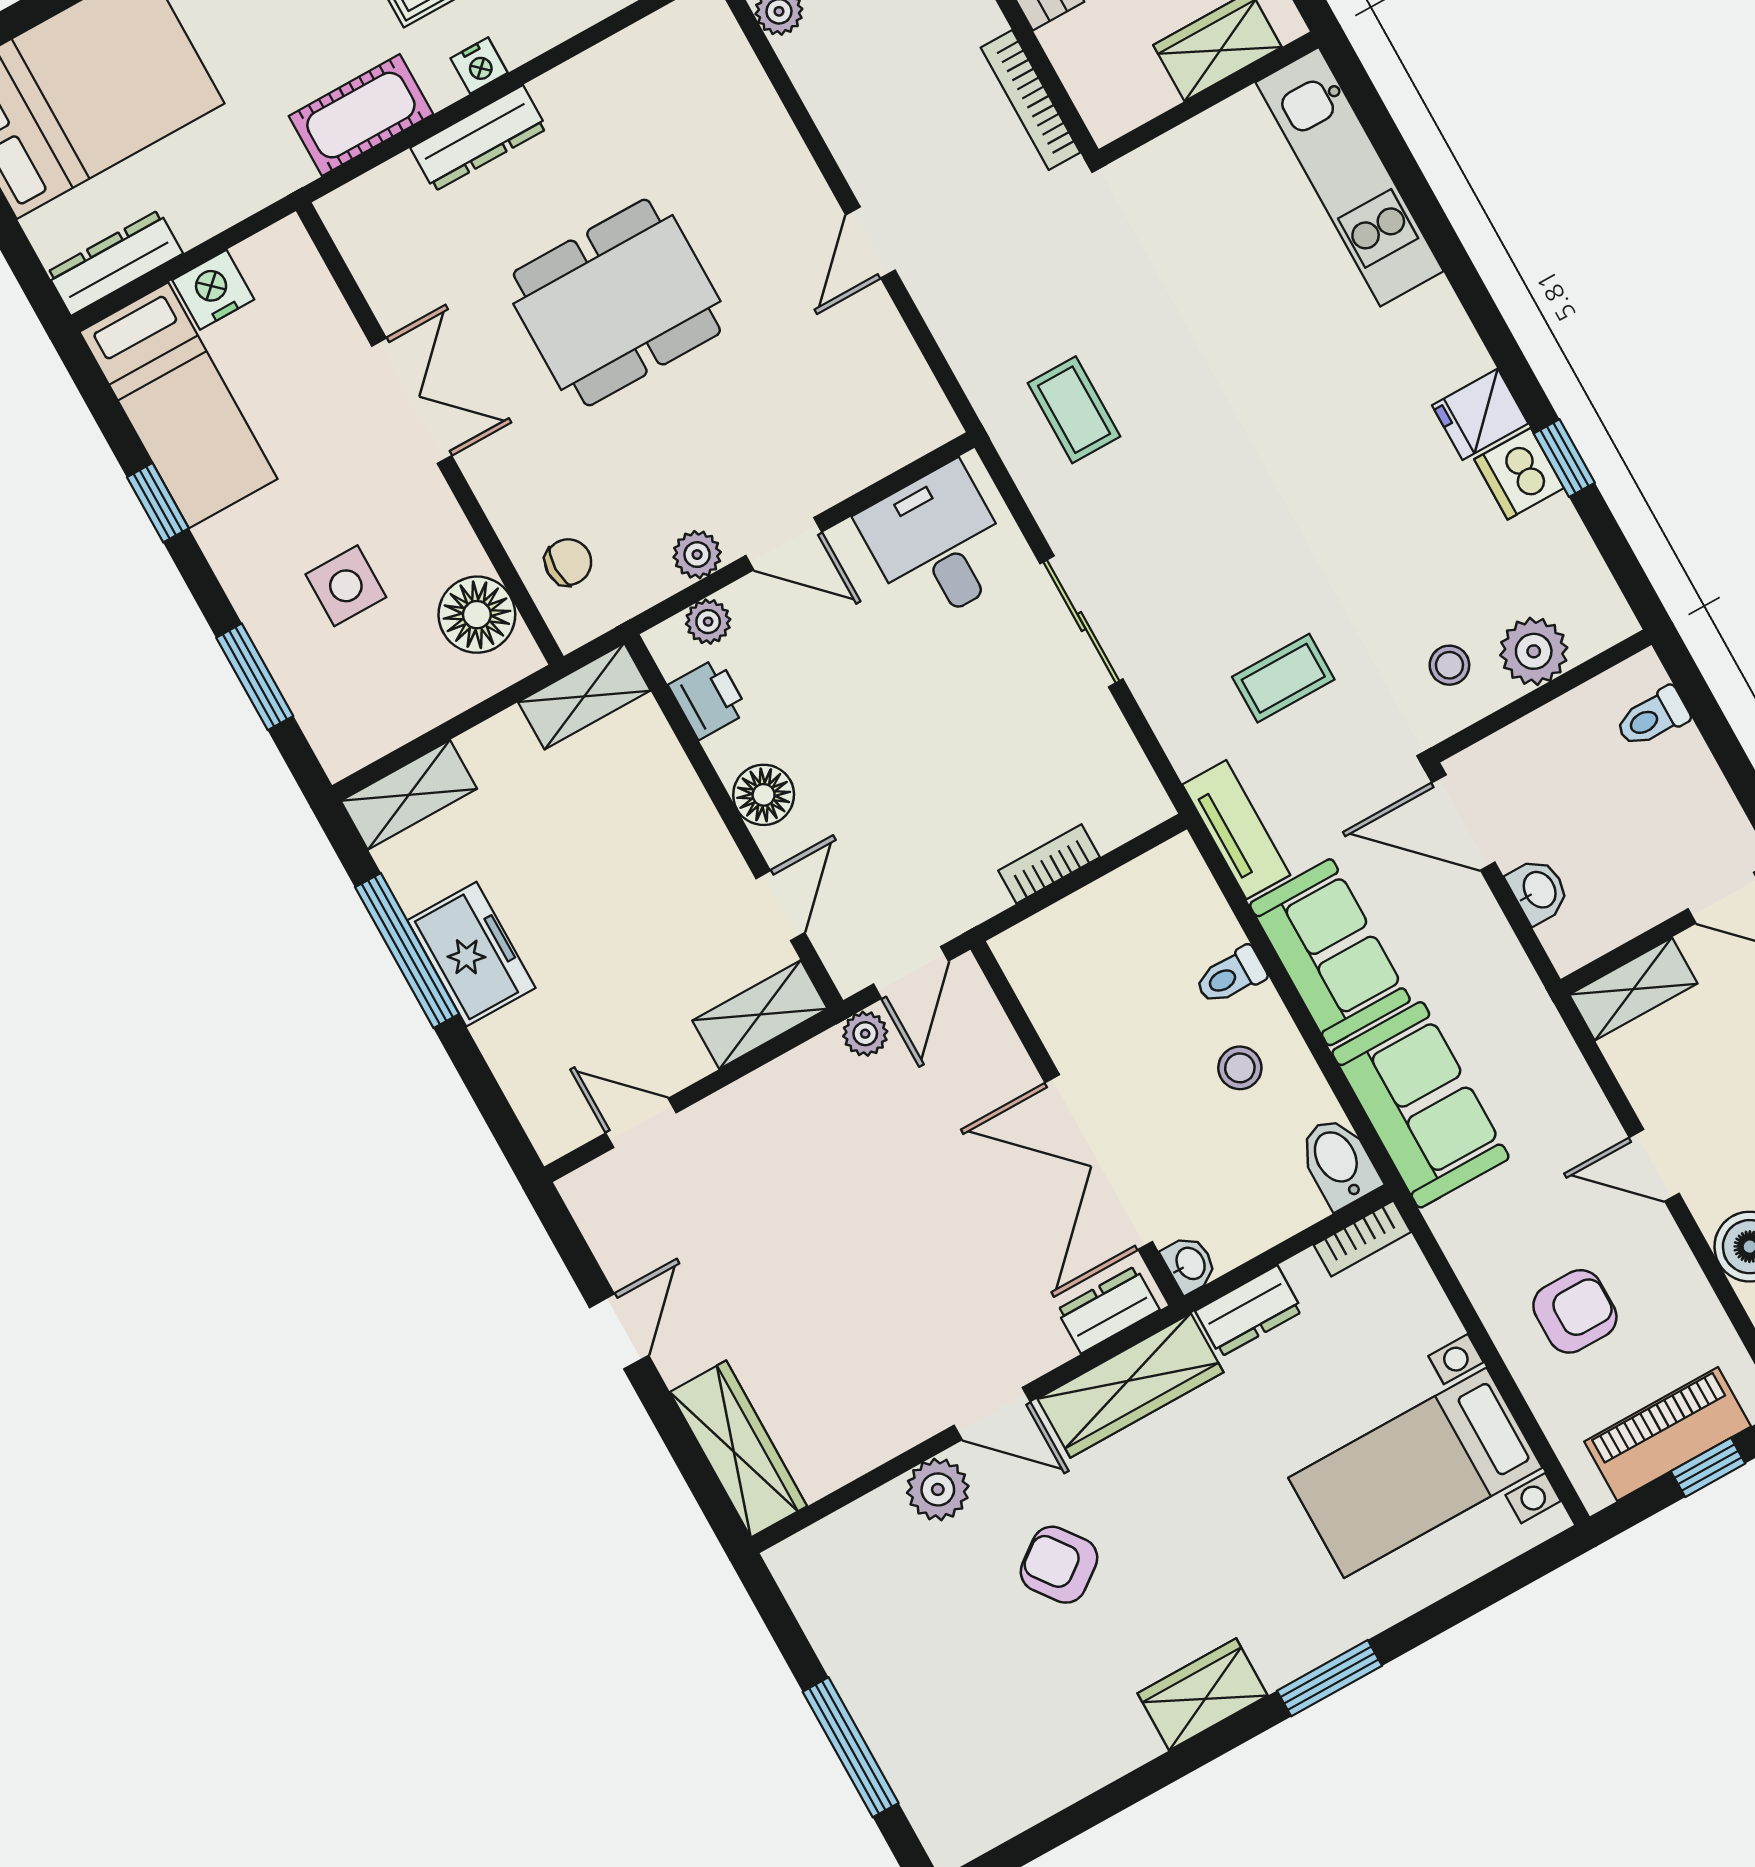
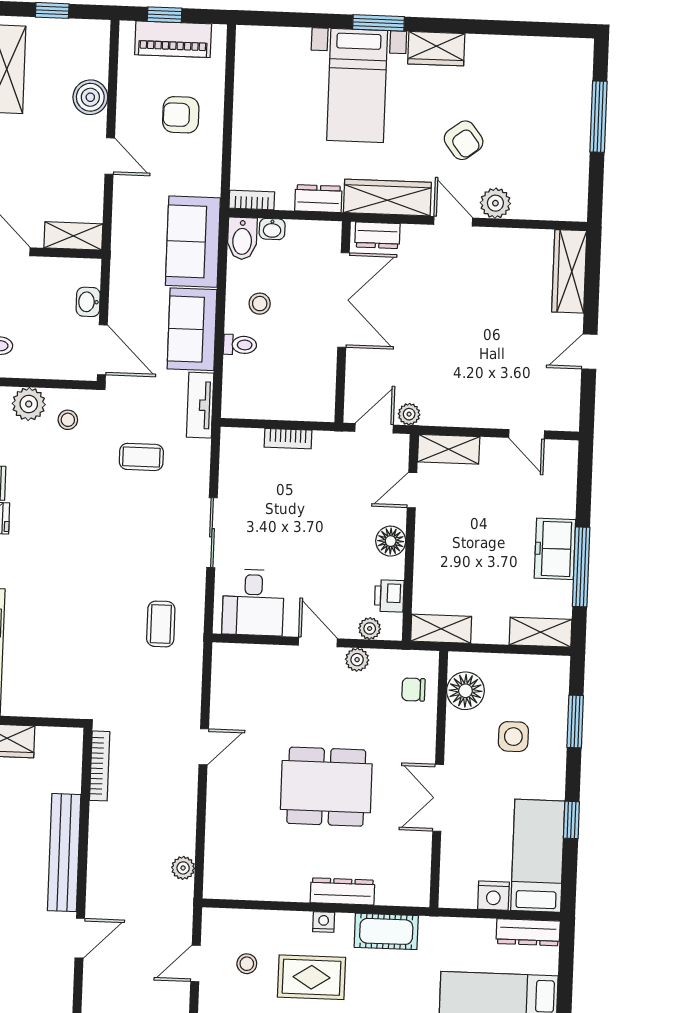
washbasin: (1189, 1264) -> (272, 229), moved, turned -90
bed with nightstands: (1415, 1473) -> (357, 85), moved, turned 90

